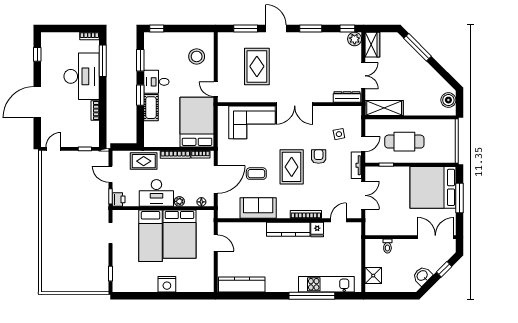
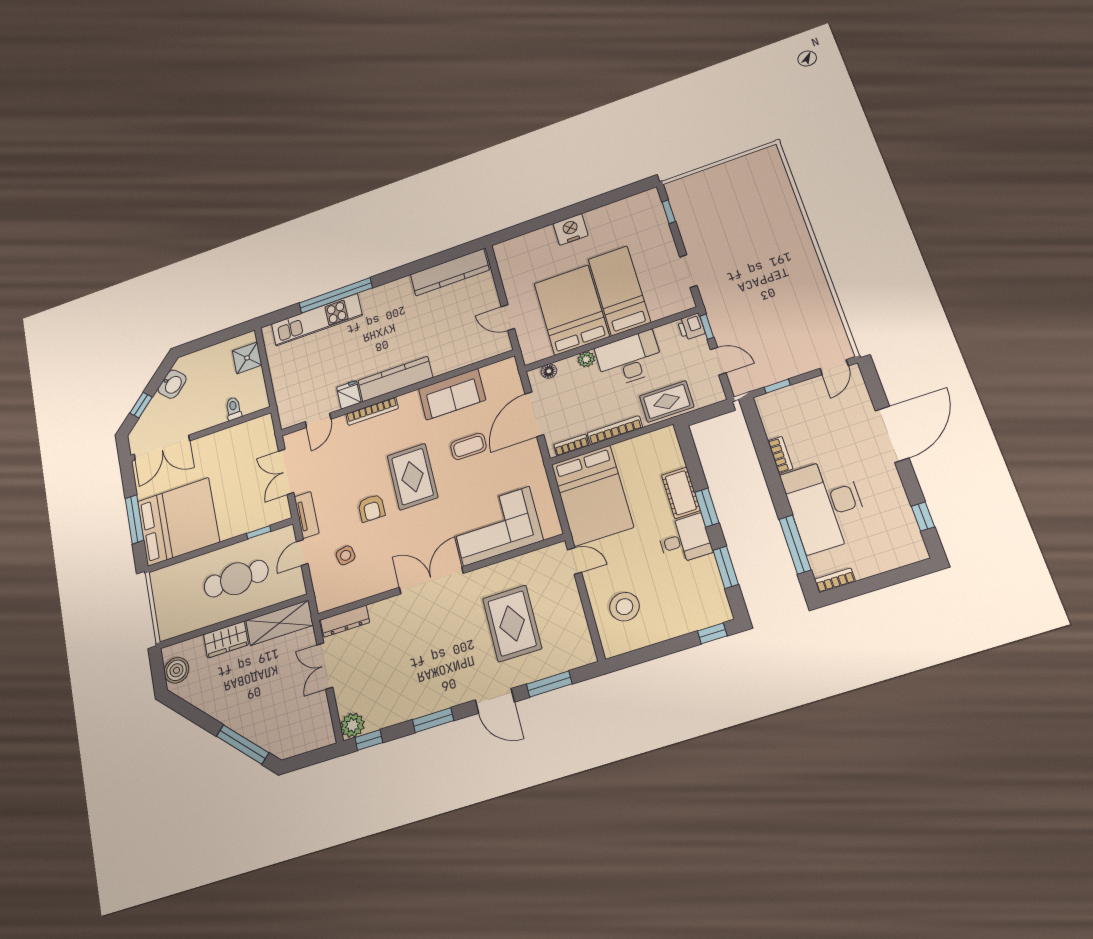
wardrobe: (372, 45) -> (226, 640), moved, turned -90

